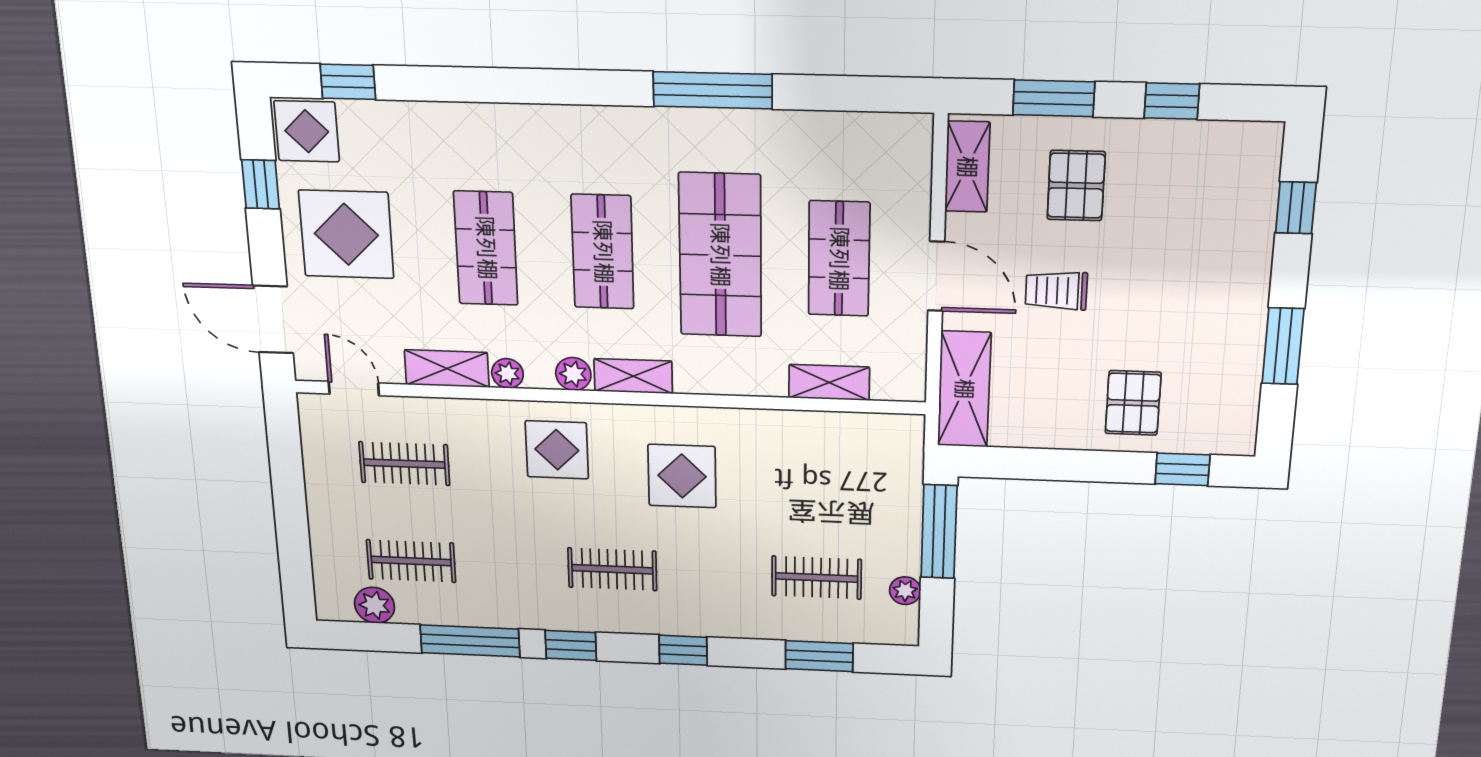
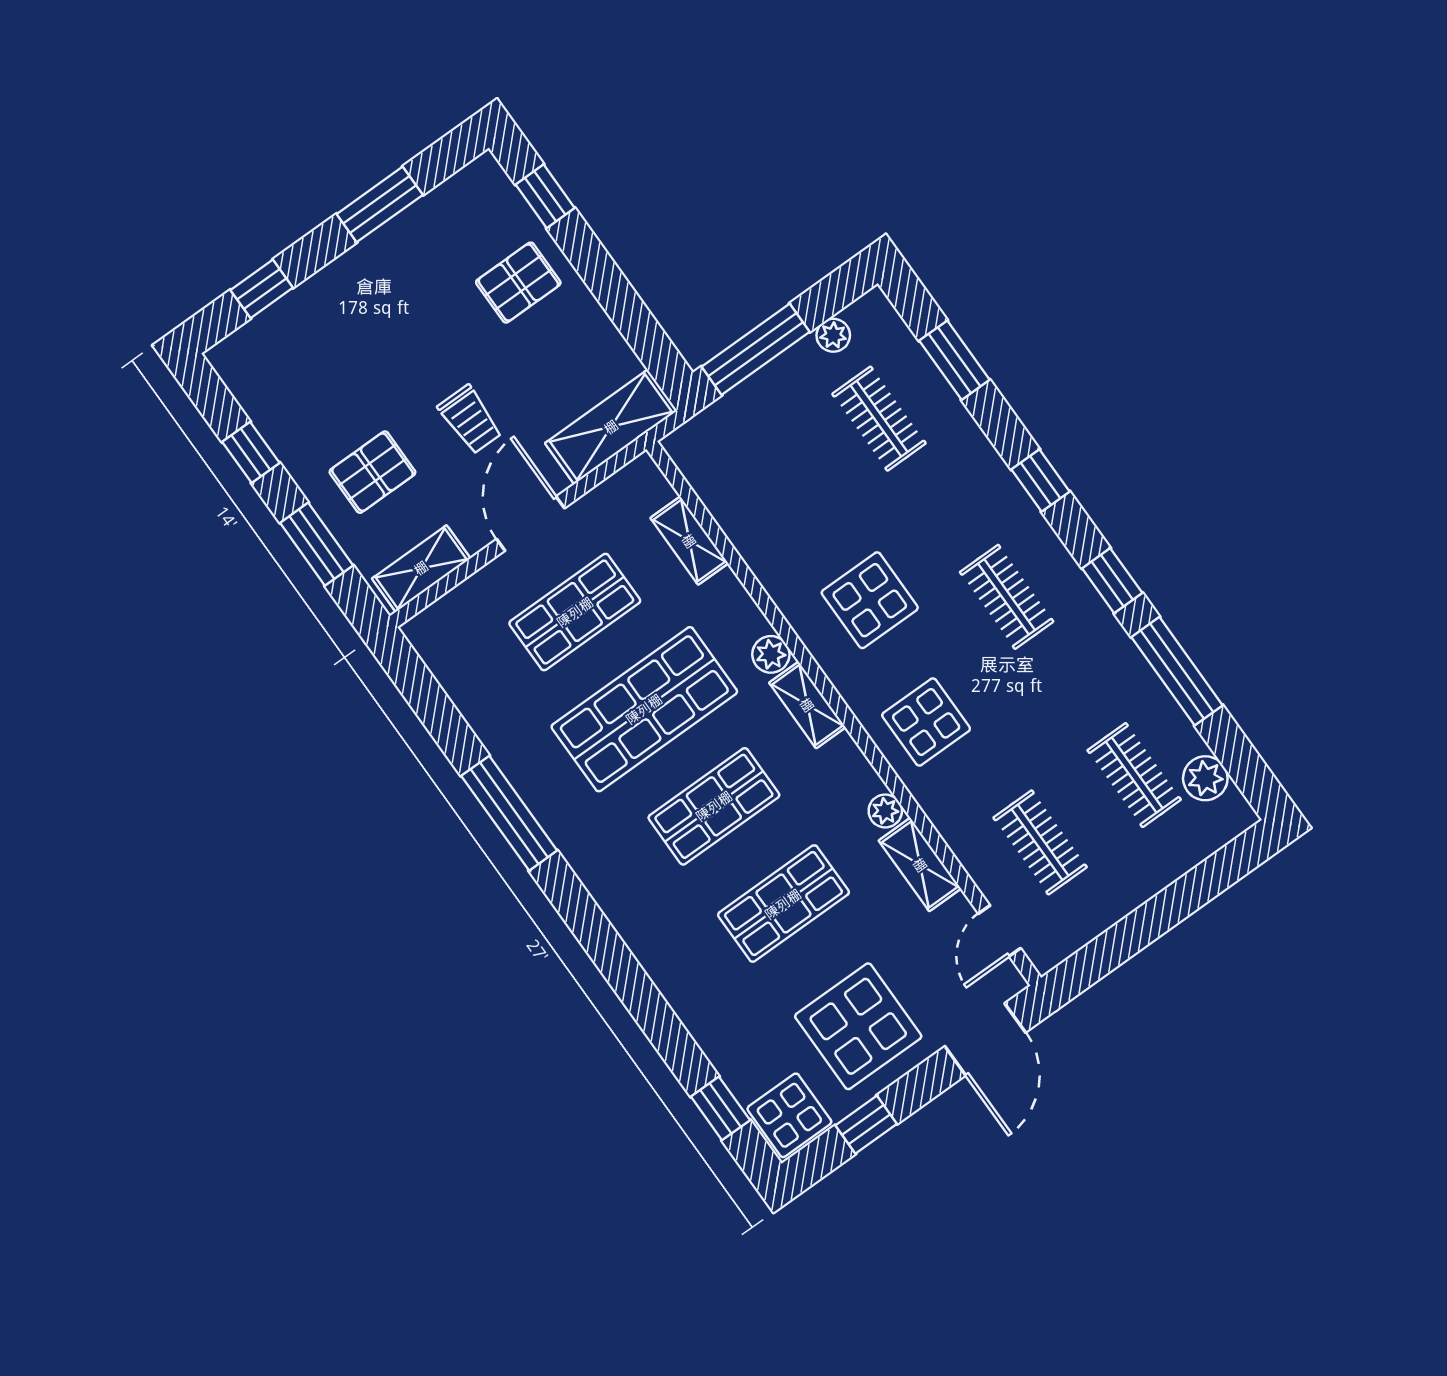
plant: (573, 374) -> (771, 654), moved

